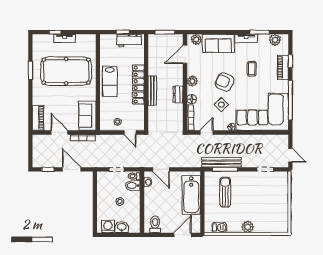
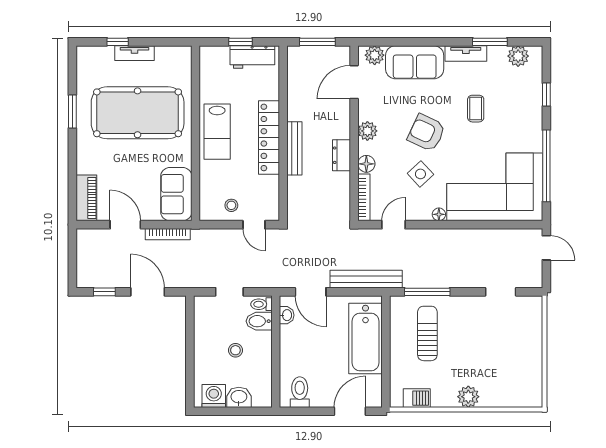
piano: (283, 67) -> (533, 106), removed
door: (290, 155) -> (546, 248), moved
bench: (221, 162) -> (366, 279), moved

